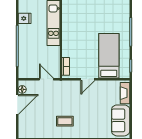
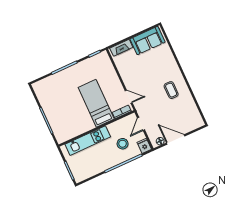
fridge: (25, 18) -> (144, 146), moved
stool: (36, 54) -> (123, 144), added
bed: (109, 56) -> (96, 103), moved, turned 90
door: (88, 79) -> (129, 97), moved

